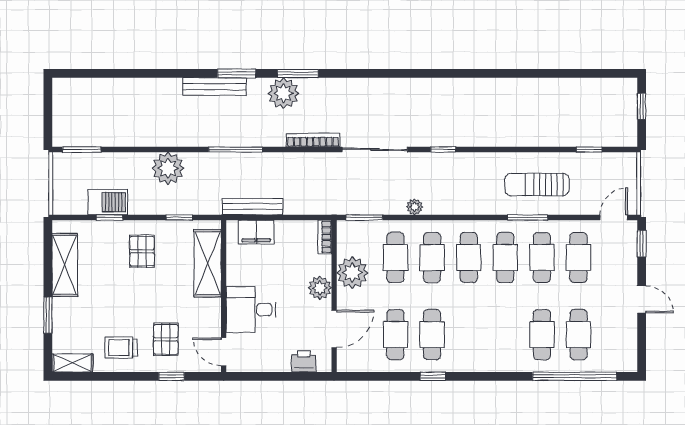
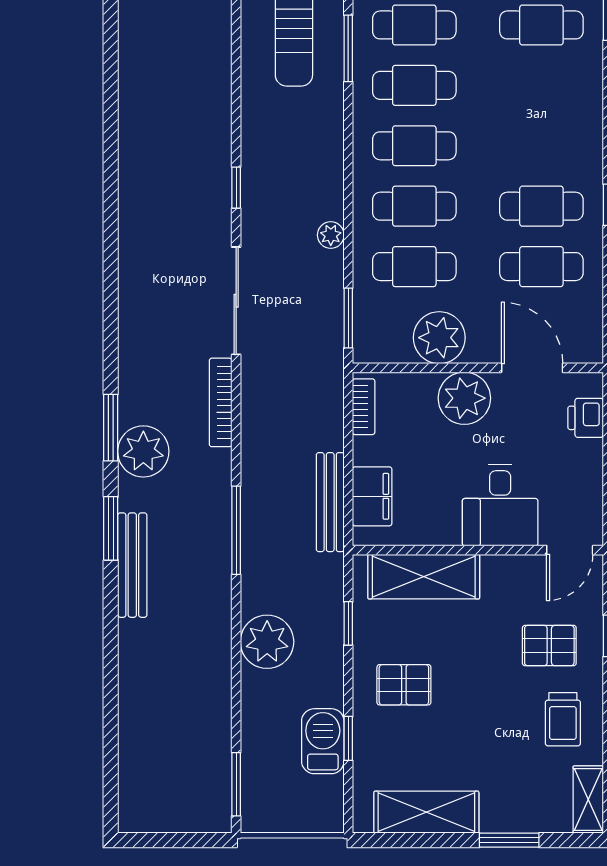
bookcase: (325, 237) -> (364, 407), moved, turned -90
plant: (320, 288) -> (464, 398), width x1.36, depth x1.36

